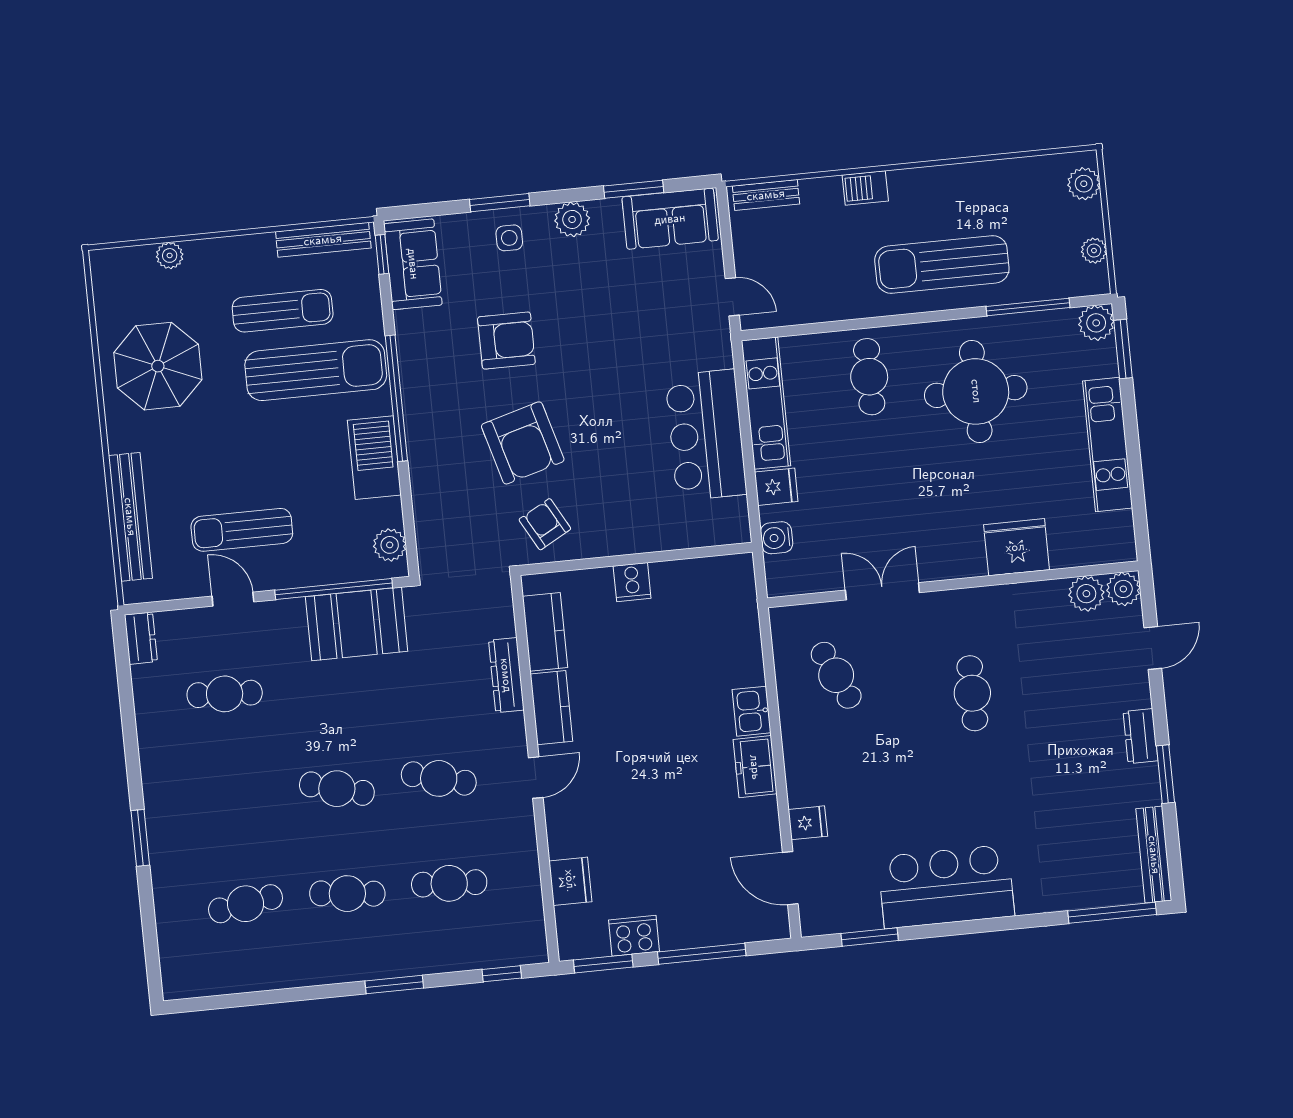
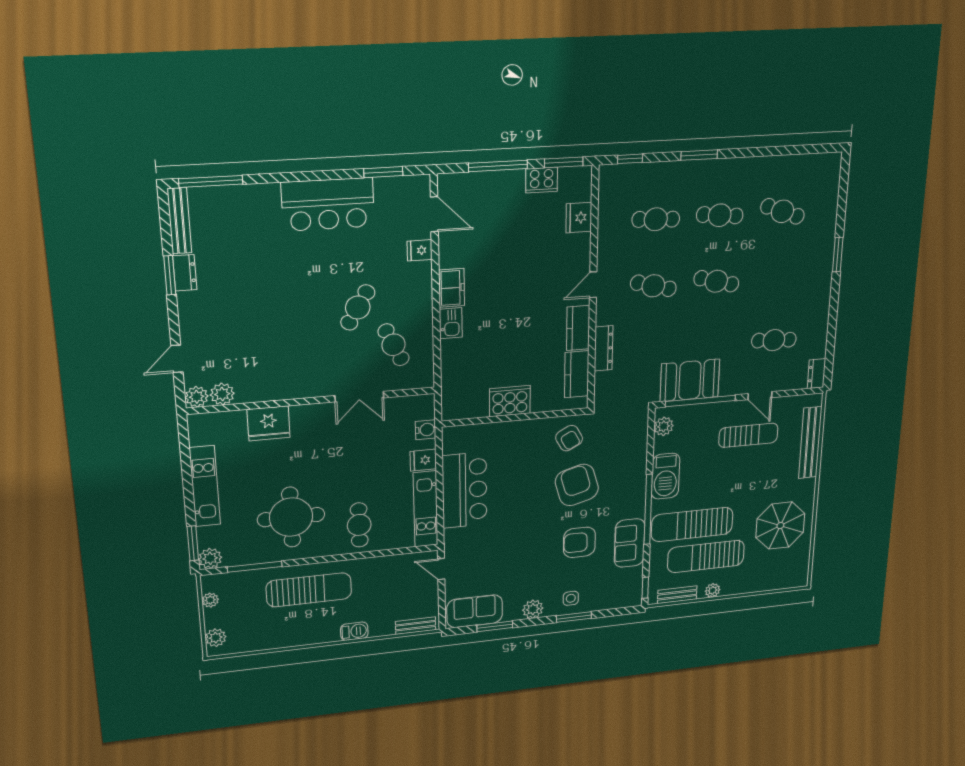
bench: (323, 240) -> (677, 595), width x0.73
plant: (170, 255) -> (713, 590), moved
sofa: (413, 264) -> (630, 543), moved
sun lounger: (283, 311) -> (706, 556), width x1.36, depth x1.34
cooker: (632, 582) -> (510, 401), width x1.87, depth x1.31
cafe table: (972, 693) -> (358, 307), moved, turned 31
dresser: (1140, 736) -> (185, 273), moved
cafe table: (246, 904) -> (782, 211), turned 30

